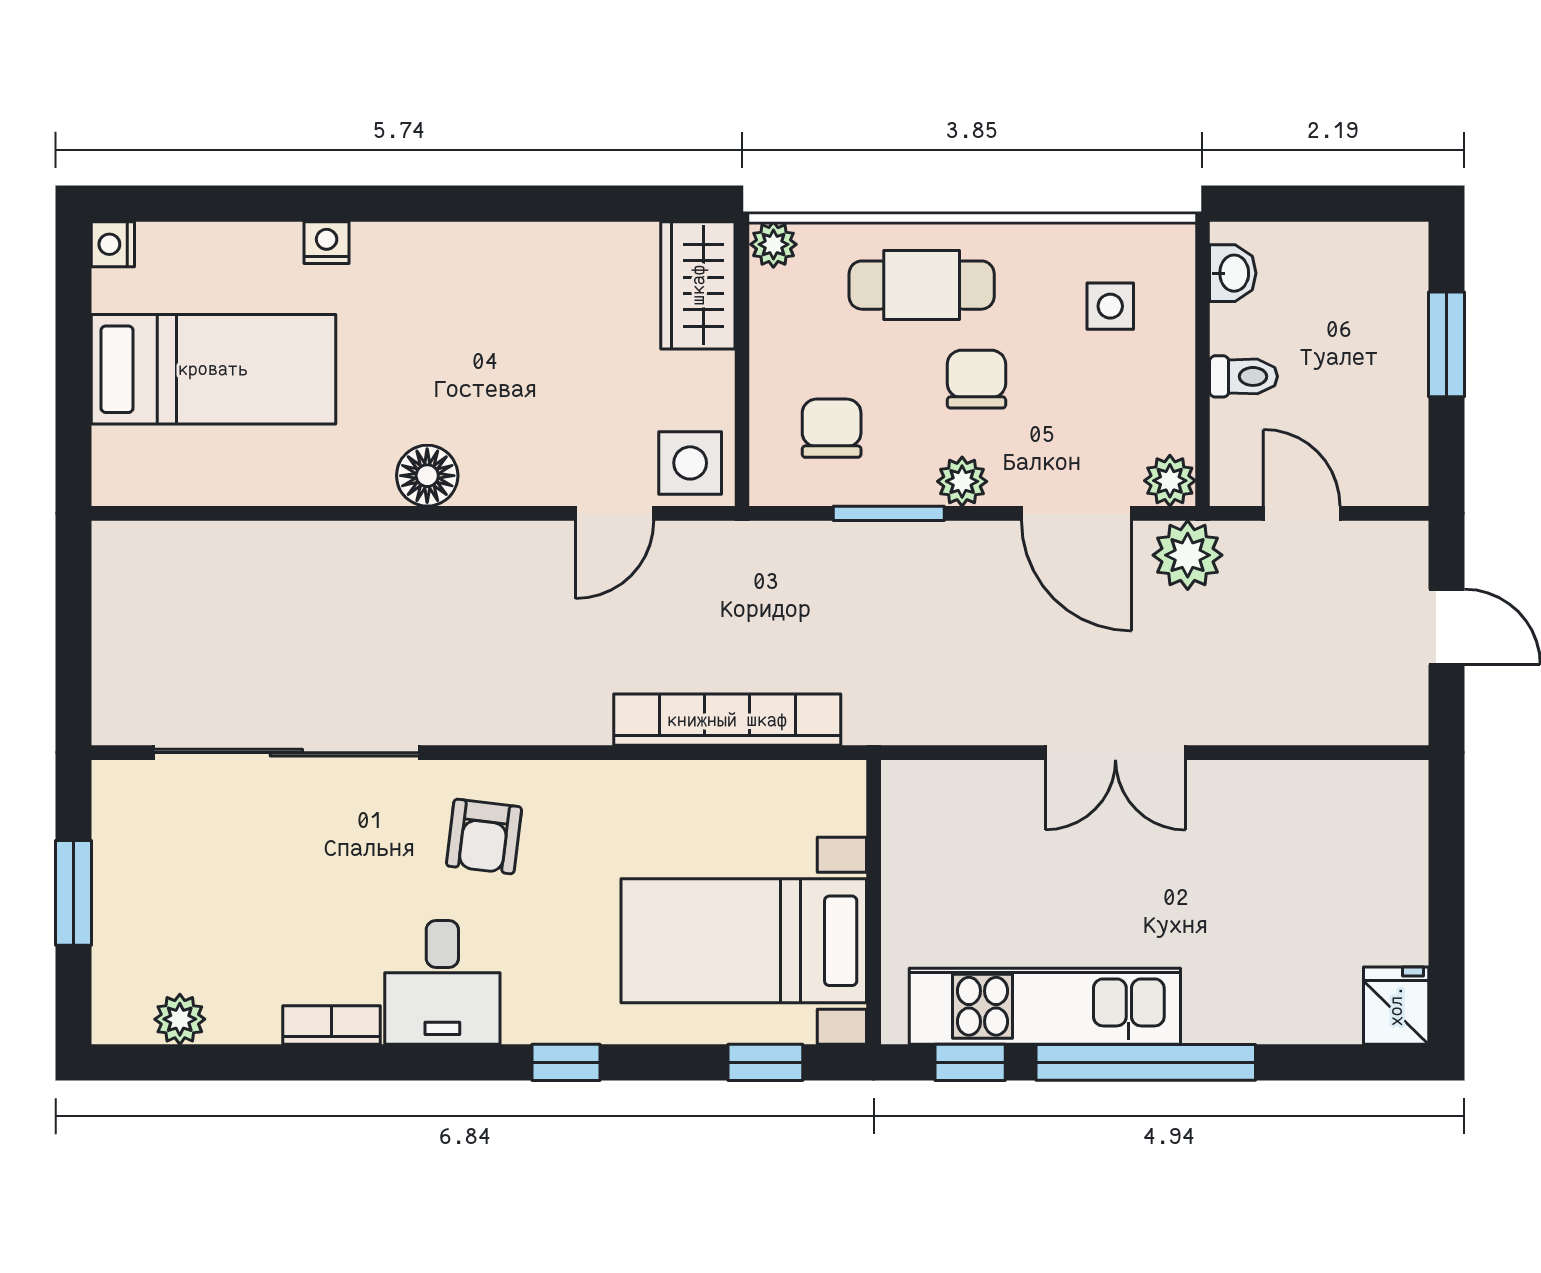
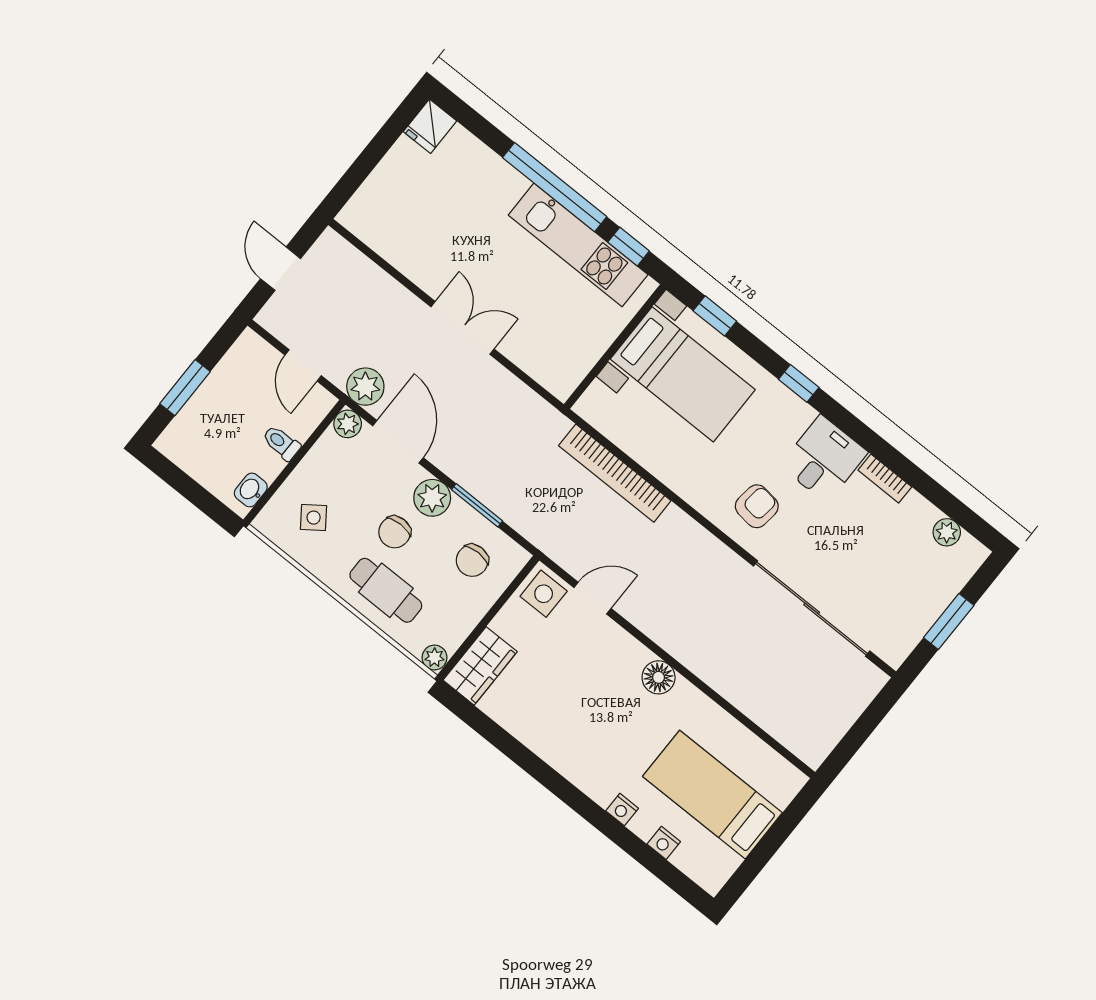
nightstand: (113, 244) -> (664, 843), moved, turned 90
side table: (1110, 306) -> (314, 518), turned -36
plant: (962, 481) -> (432, 498), width x1.38, depth x1.38

